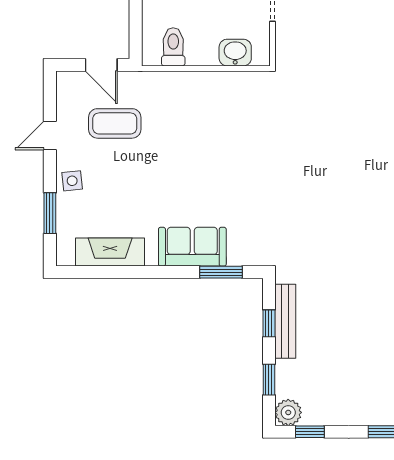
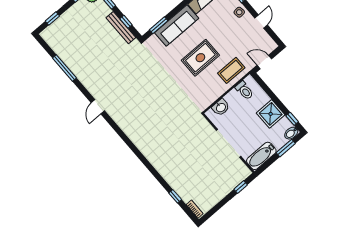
coffee table: (115, 123) -> (231, 70), moved
rug: (199, 161) -> (200, 58), added
sofa: (192, 247) -> (177, 26), width x1.36

